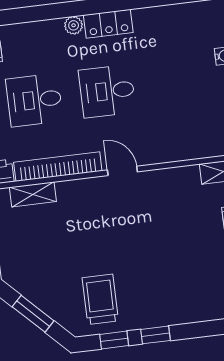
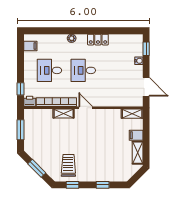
locker: (108, 24) -> (98, 40), moved
shelving: (33, 194) -> (64, 114), moved
window: (156, 335) -> (103, 185), moved

